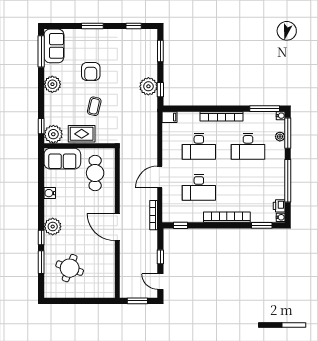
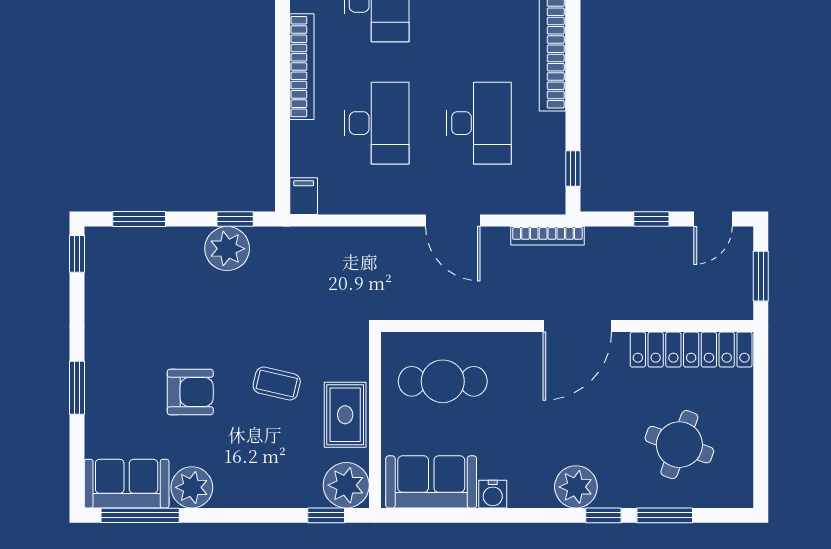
window: (134, 26) -> (77, 254), moved
plant: (52, 84) -> (192, 487), moved
sofa: (62, 159) -> (431, 482), moved, turned -90
locker: (108, 273) -> (691, 350), added

